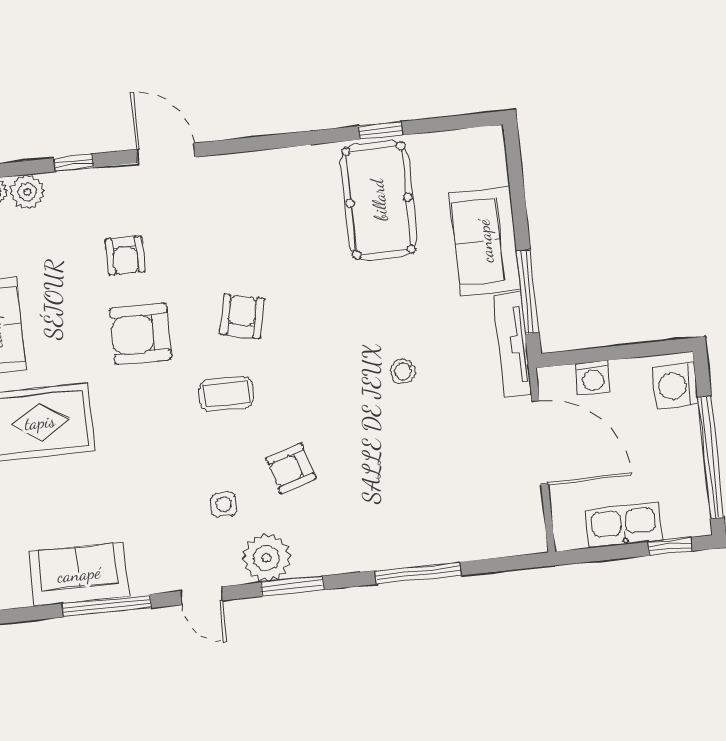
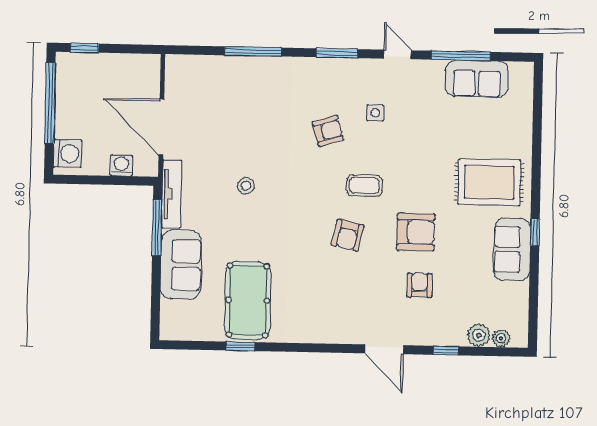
kitchen sink: (624, 525) -> (113, 66), removed
plant: (266, 558) -> (352, 74), removed

